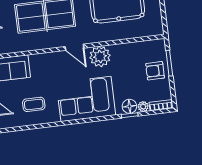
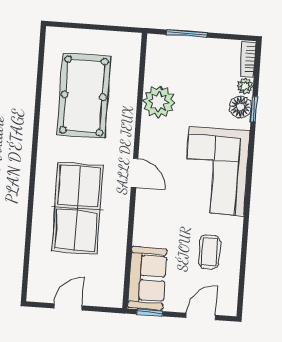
door: (74, 47) -> (135, 173), hinge flipped
plant: (100, 57) -> (159, 102), moved
armchair: (155, 71) -> (194, 58), removed

